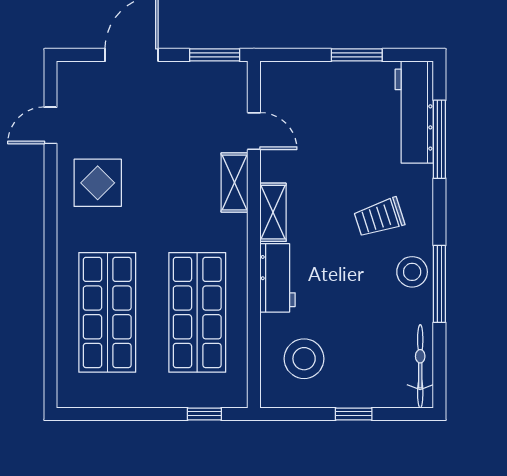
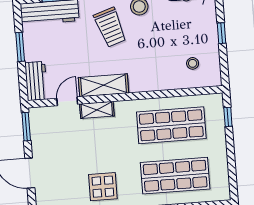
shelving: (273, 212) -> (103, 85), width x1.50, depth x1.33
trolley: (379, 217) -> (110, 27), width x1.36, depth x1.39
workbench: (278, 278) -> (36, 81), moved, turned 90
stool: (304, 359) -> (193, 63), width x0.53, depth x0.53

